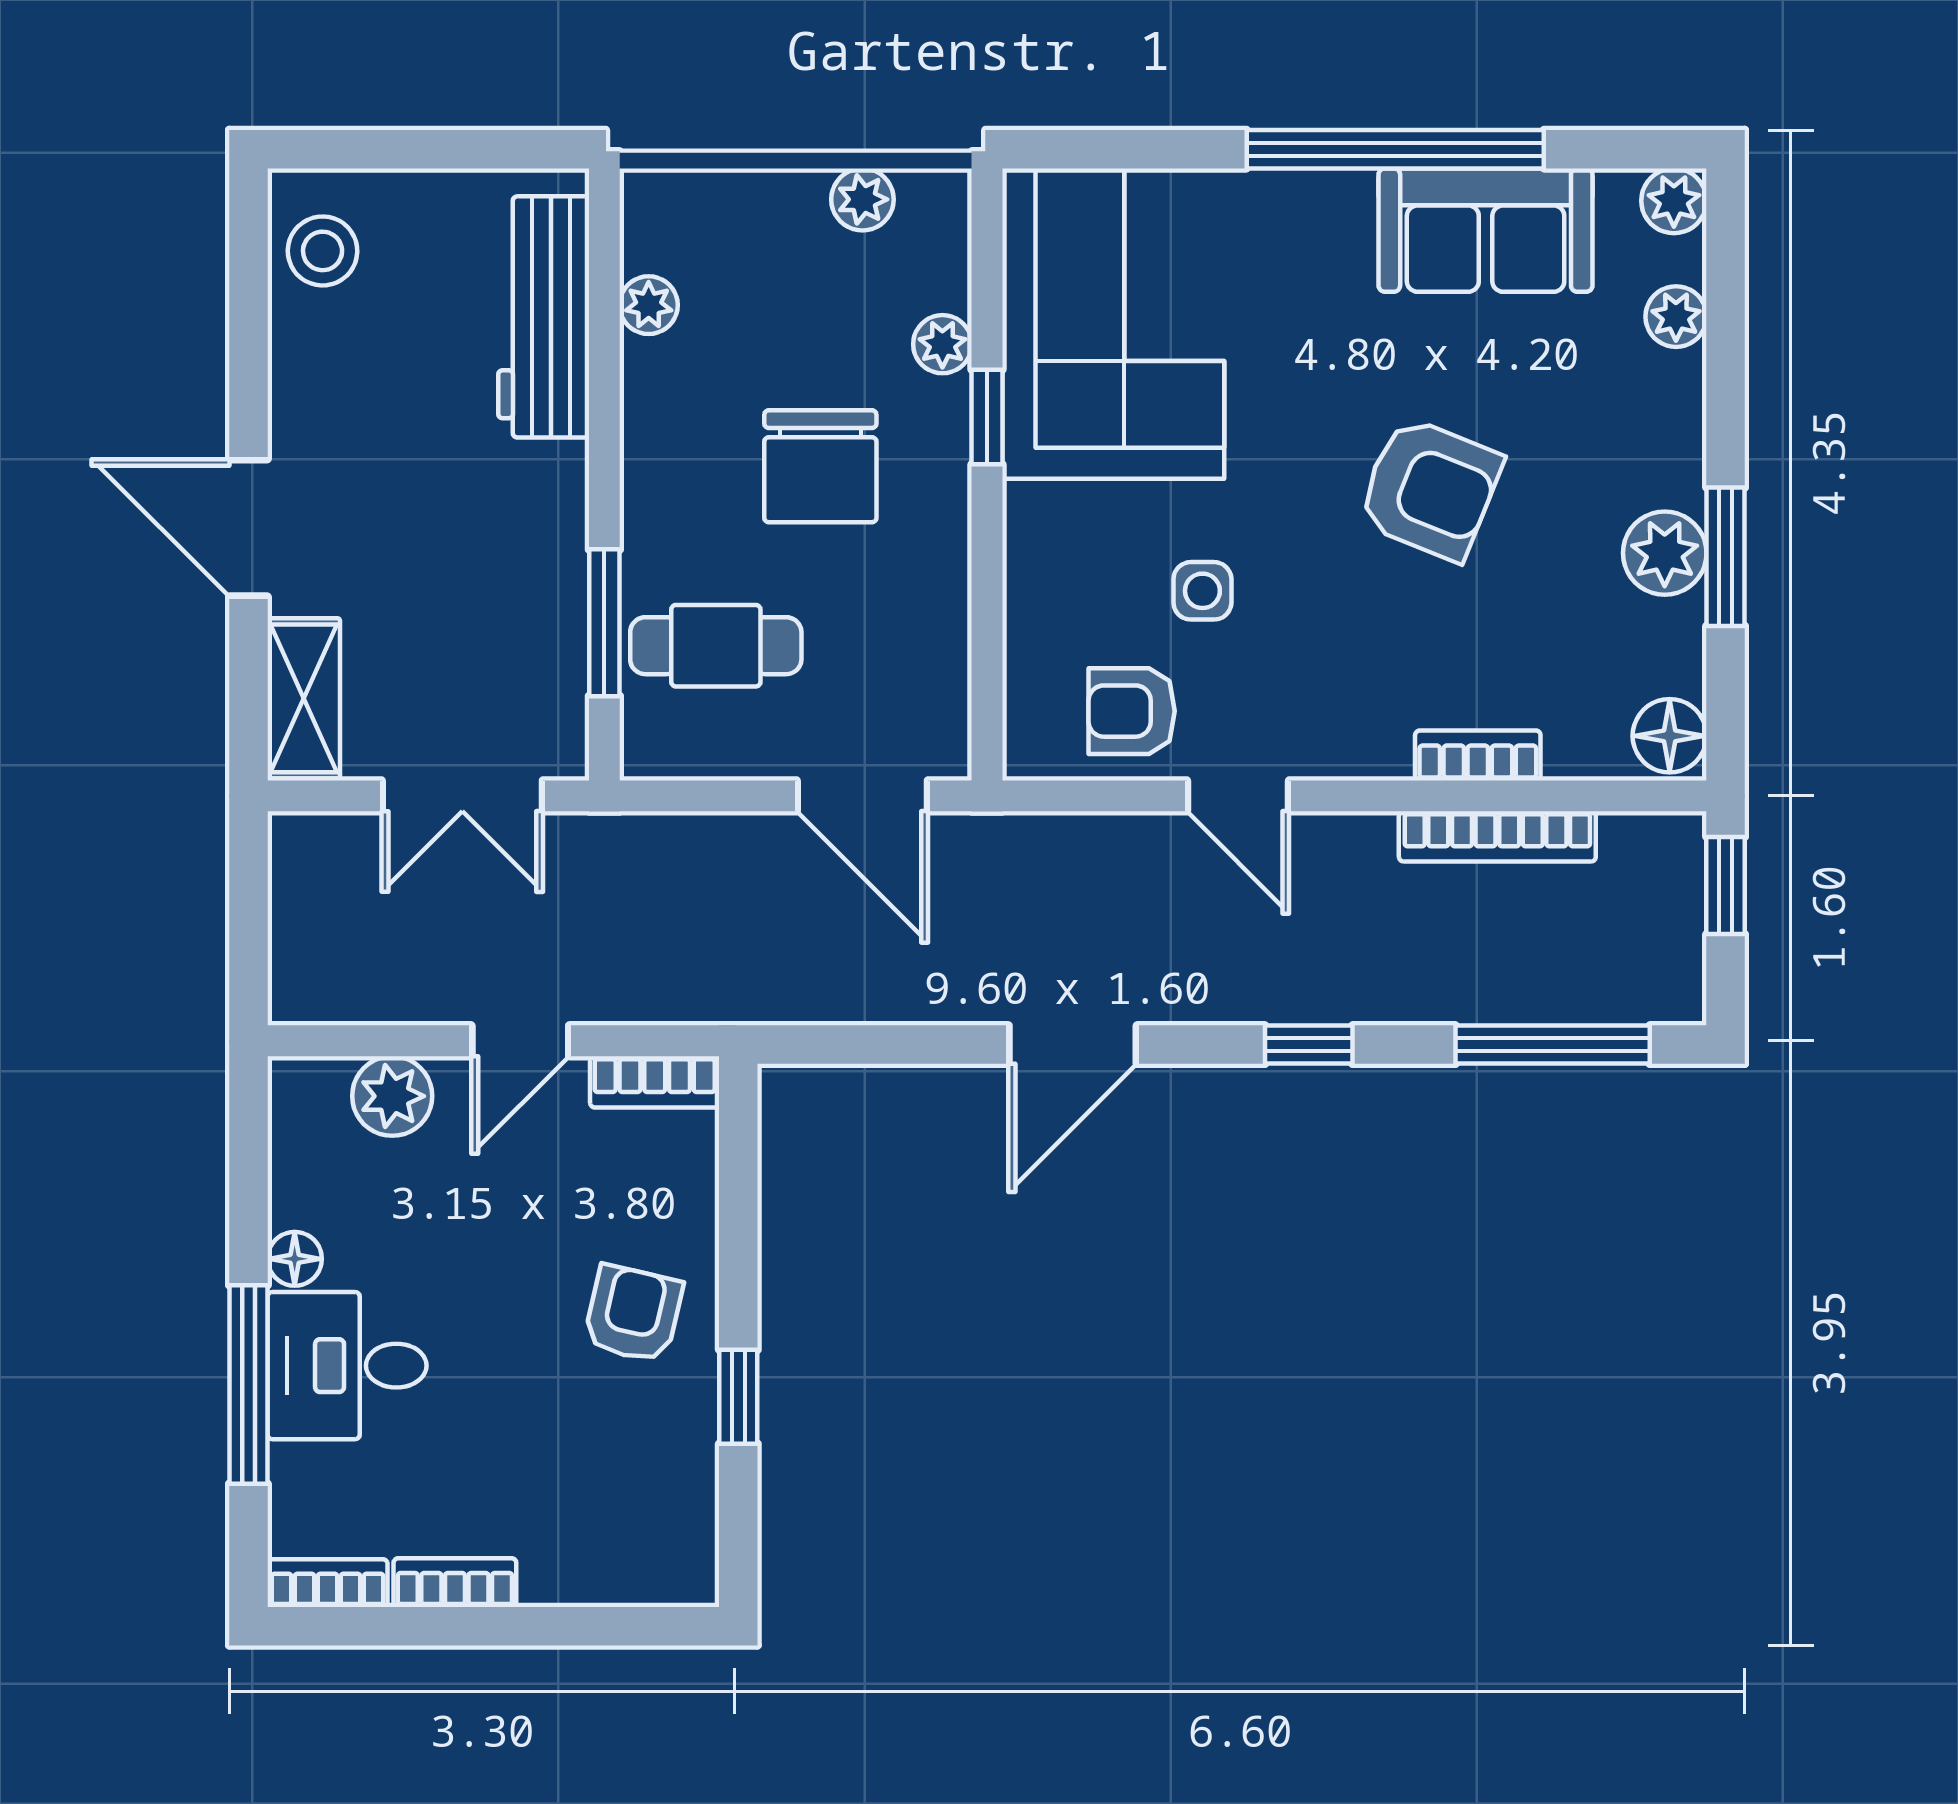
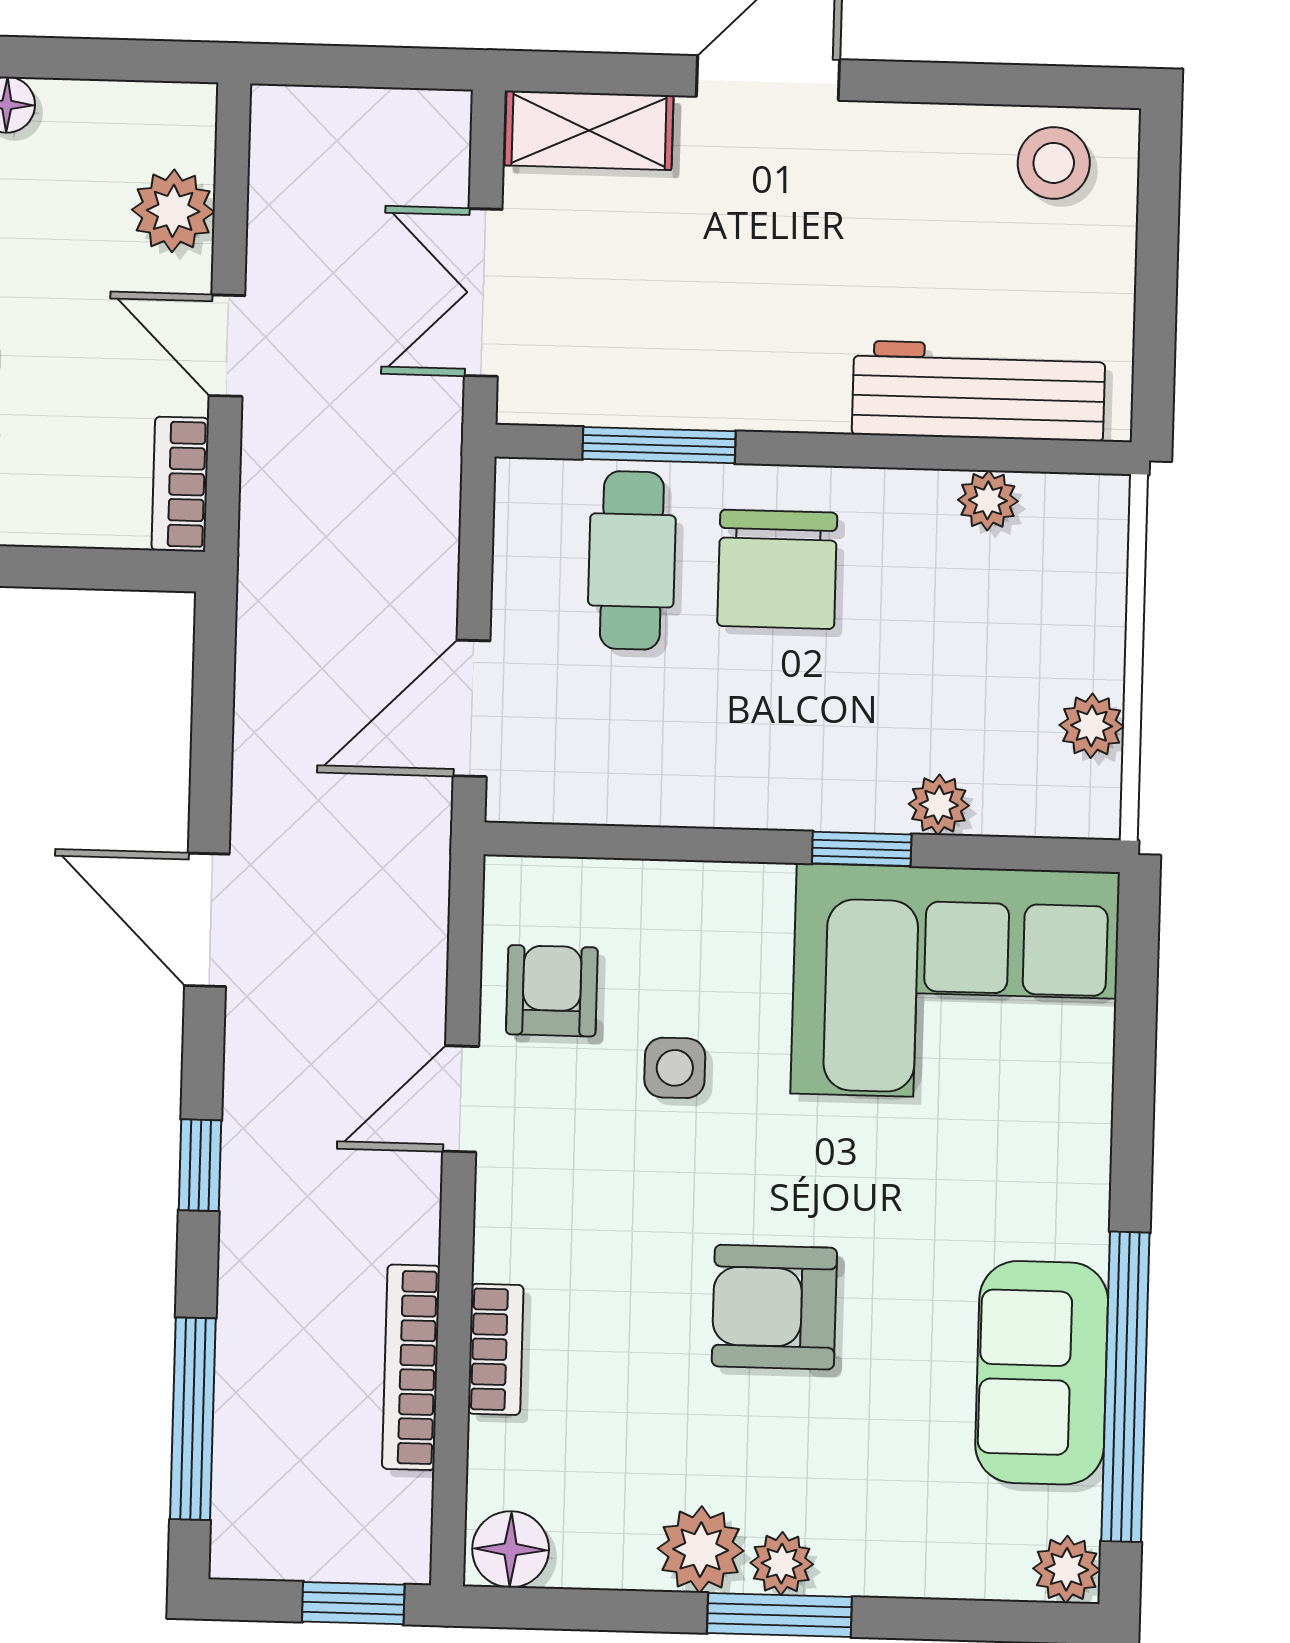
window: (1395, 149) -> (1125, 1387), moved
plant: (1676, 317) -> (782, 1564), moved
chair: (820, 466) -> (777, 569), moved, turned -90
armchair: (1430, 489) -> (774, 1307), turned 68
window: (1726, 557) -> (779, 1615), moved

